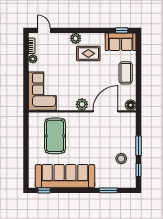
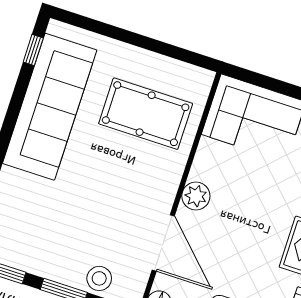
stool: (121, 159) -> (99, 278), moved

